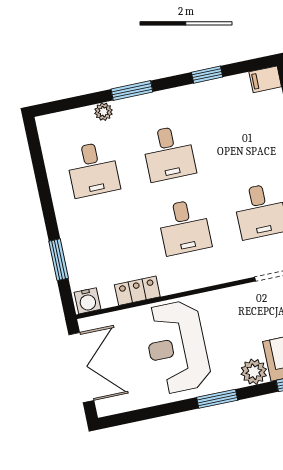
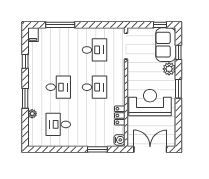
desk: (93, 169) -> (58, 124), turned 180
reception desk: (177, 347) -> (150, 103), turned 180

